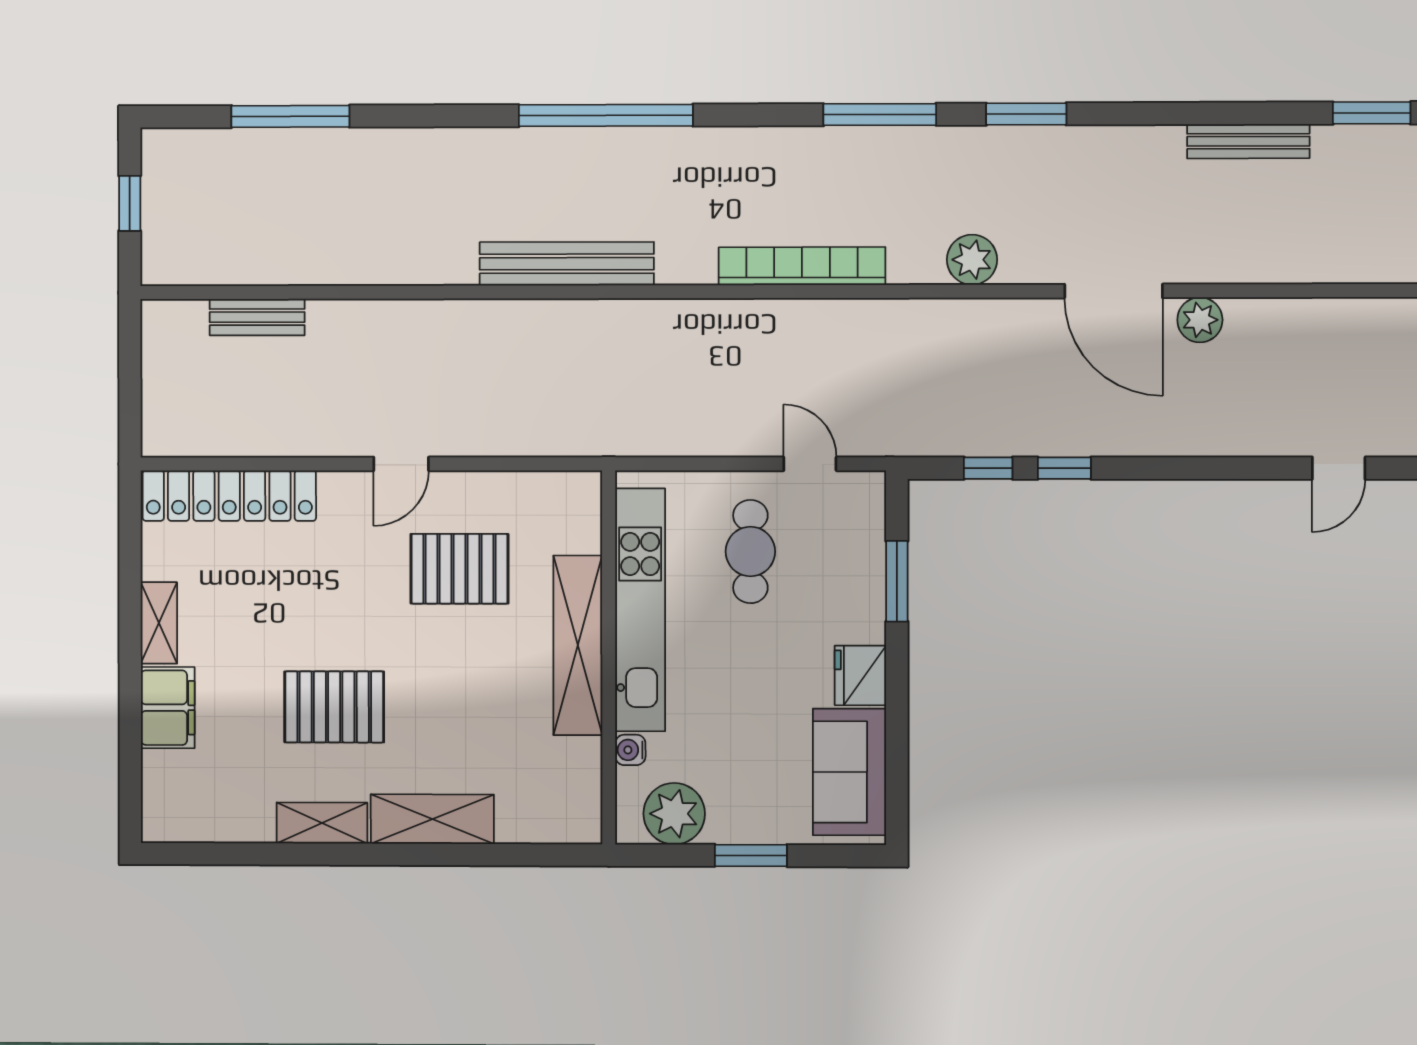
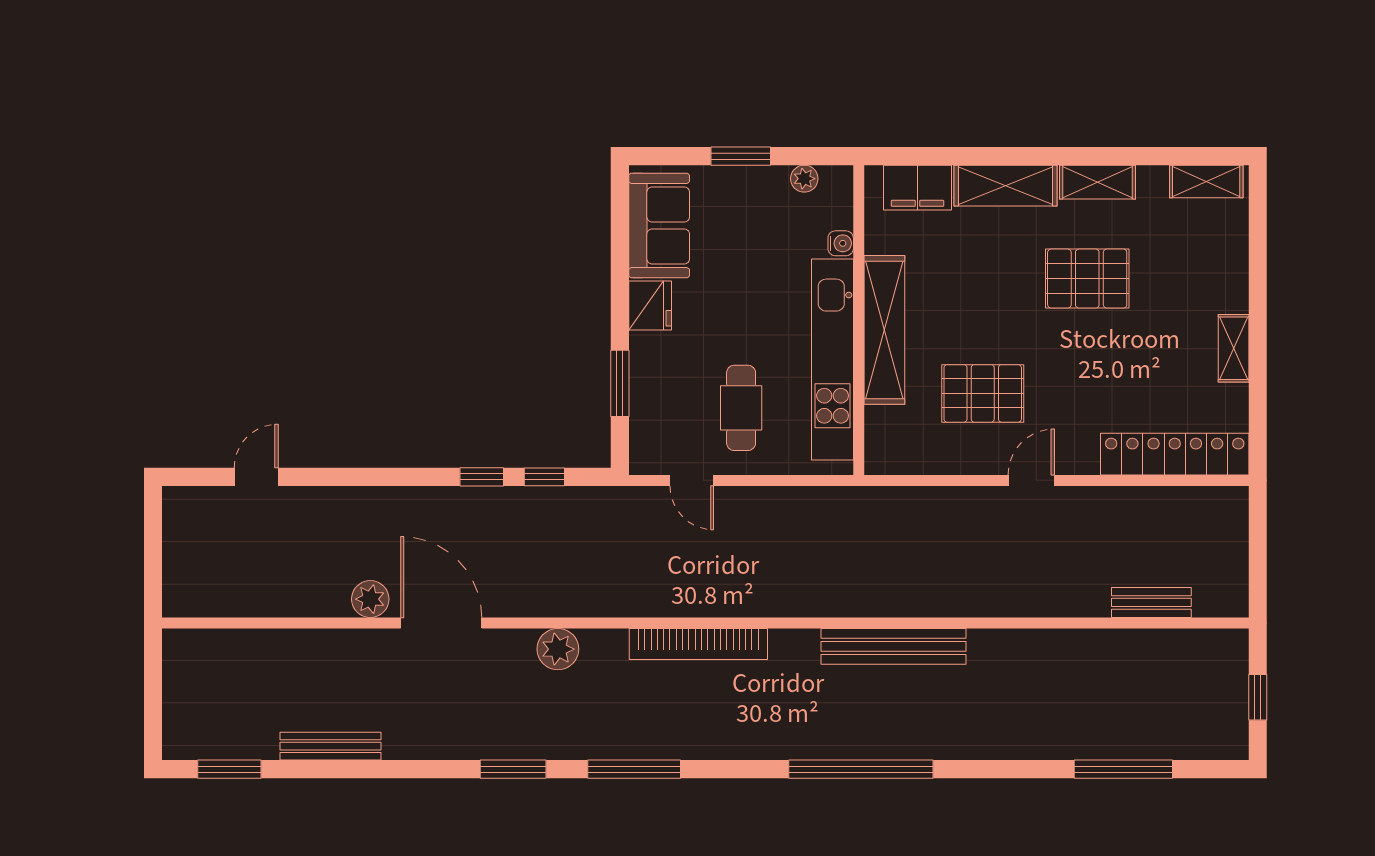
filing cabinet: (168, 708) -> (918, 188), moved, turned -90
plant: (674, 814) -> (804, 179), width x0.53, depth x0.53
shelving: (192, 823) -> (1206, 182), added

